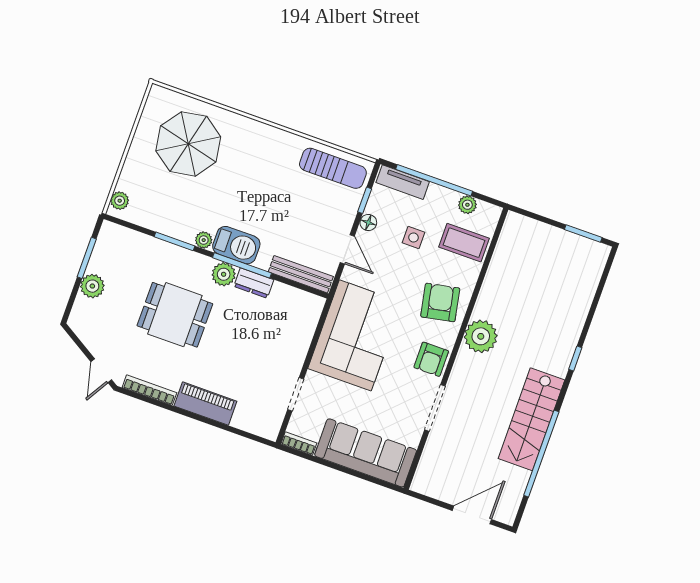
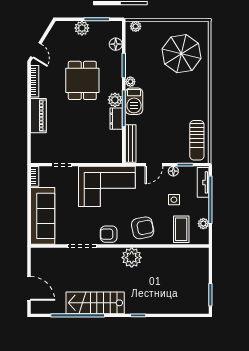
floor lamp: (137, 242) -> (116, 44), added
door: (101, 371) -> (36, 50), swing flipped

